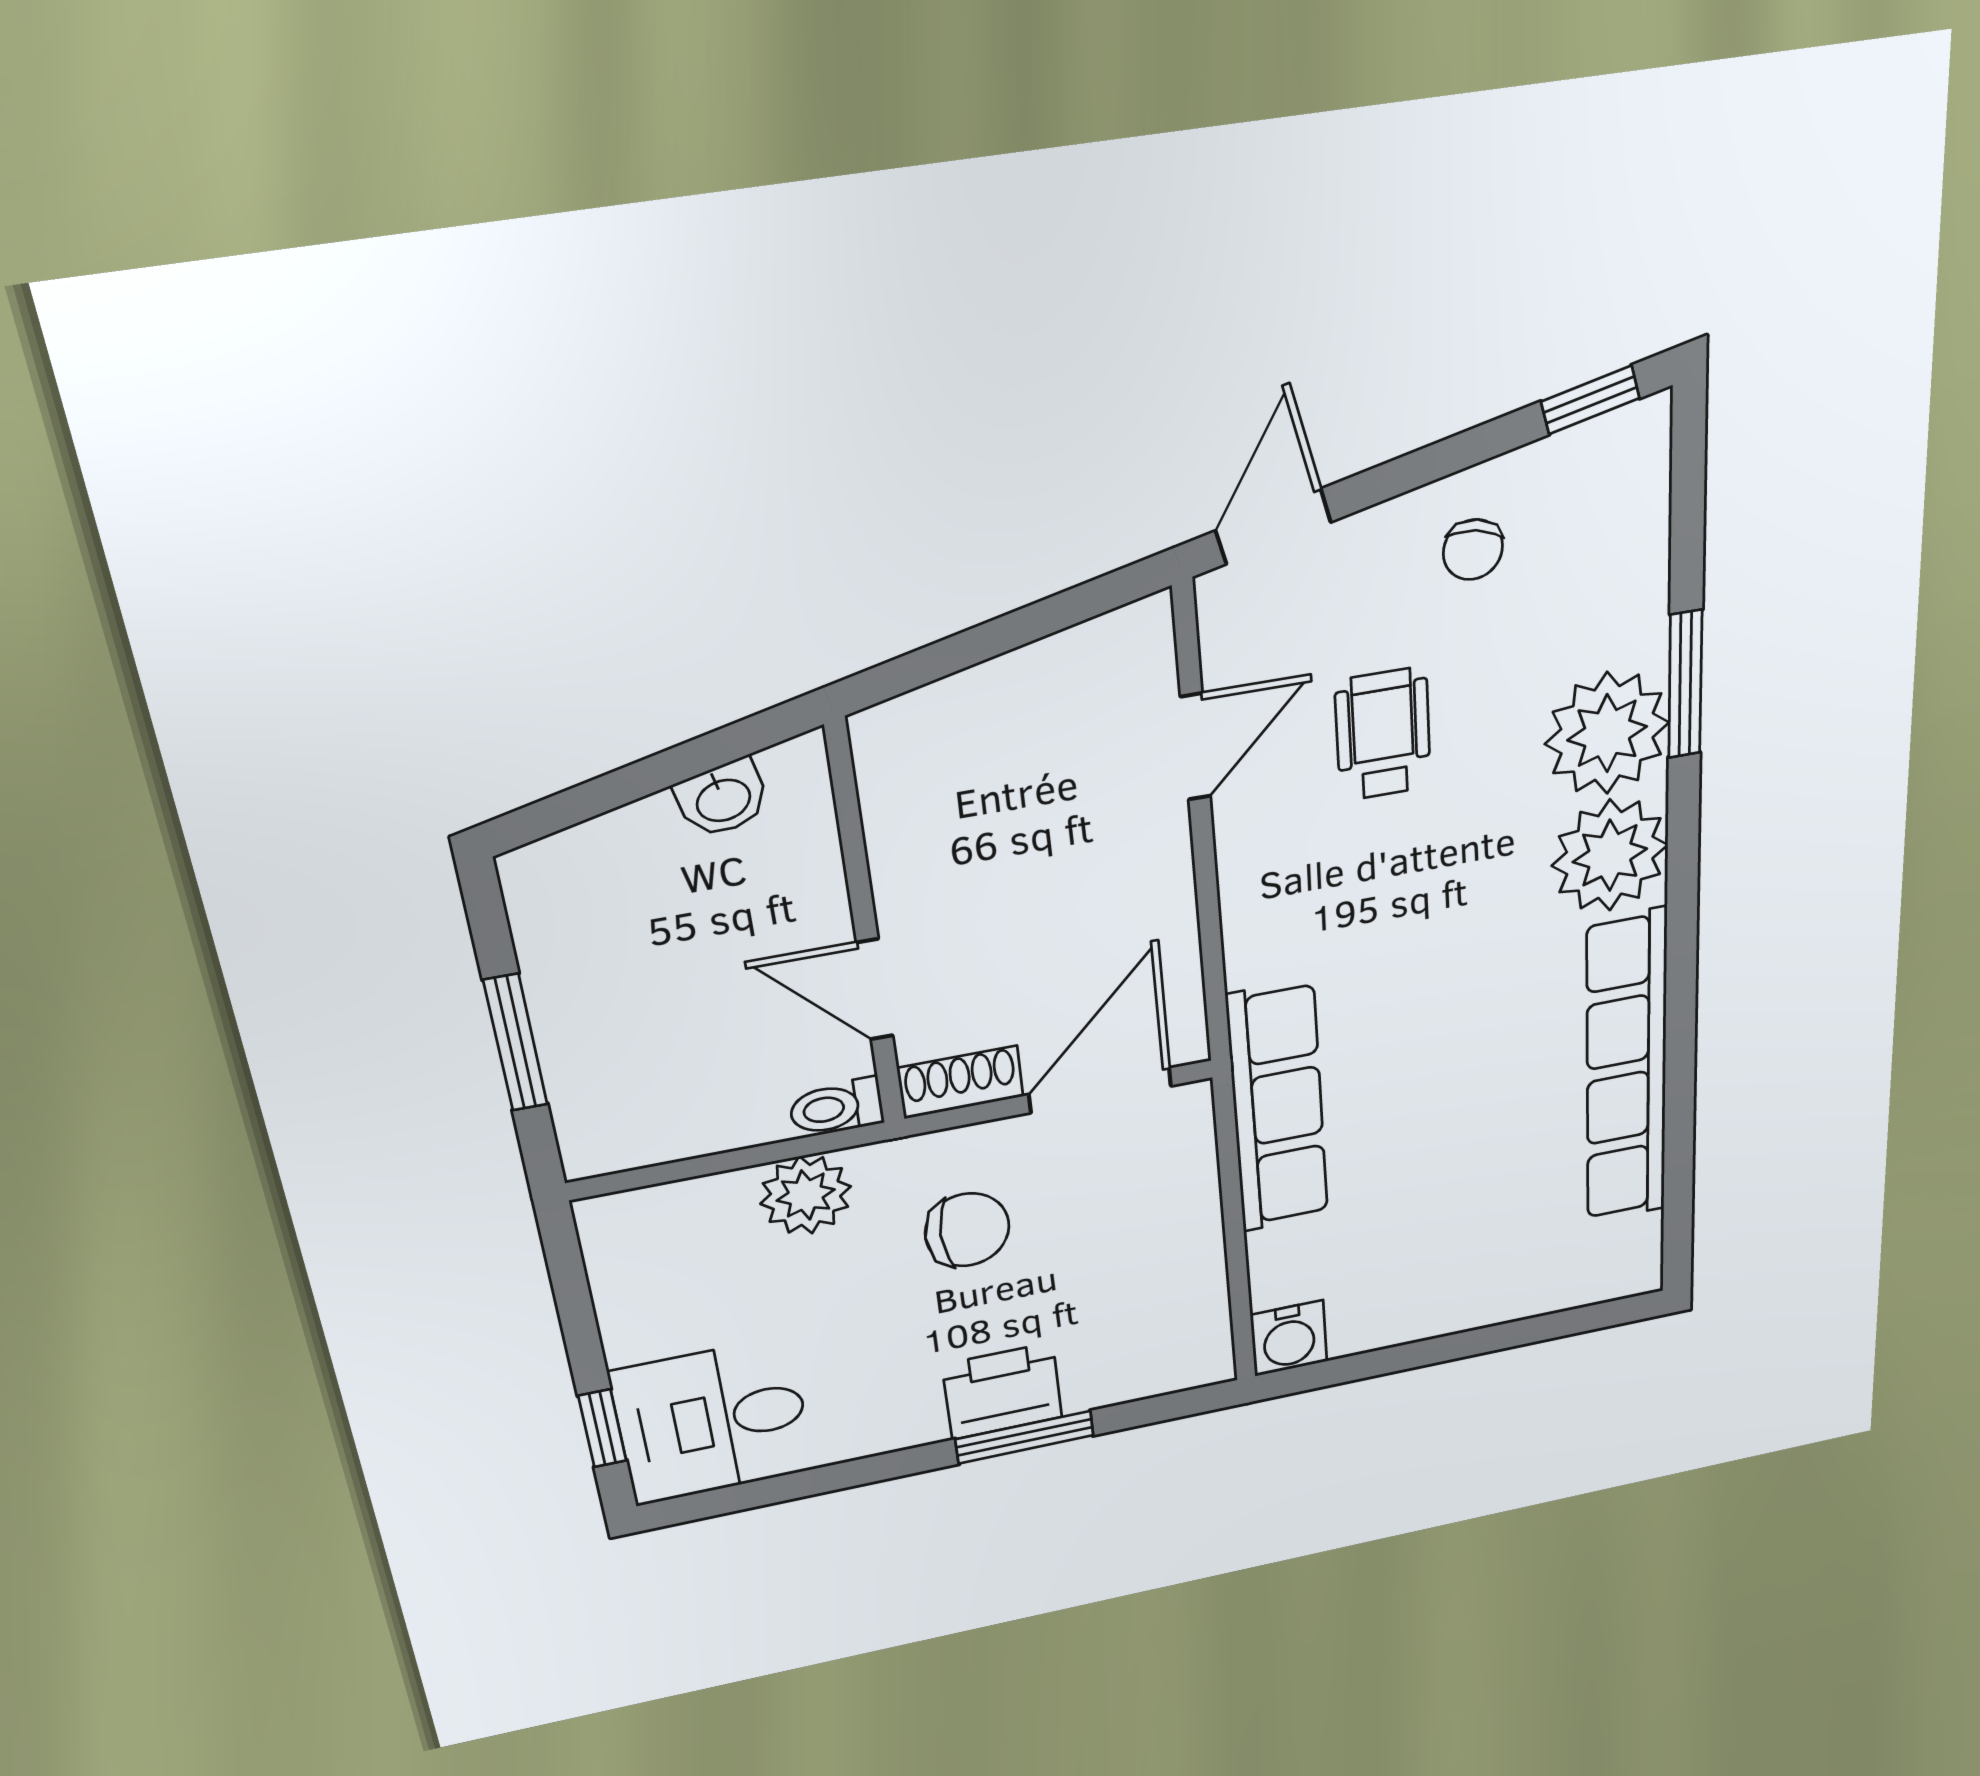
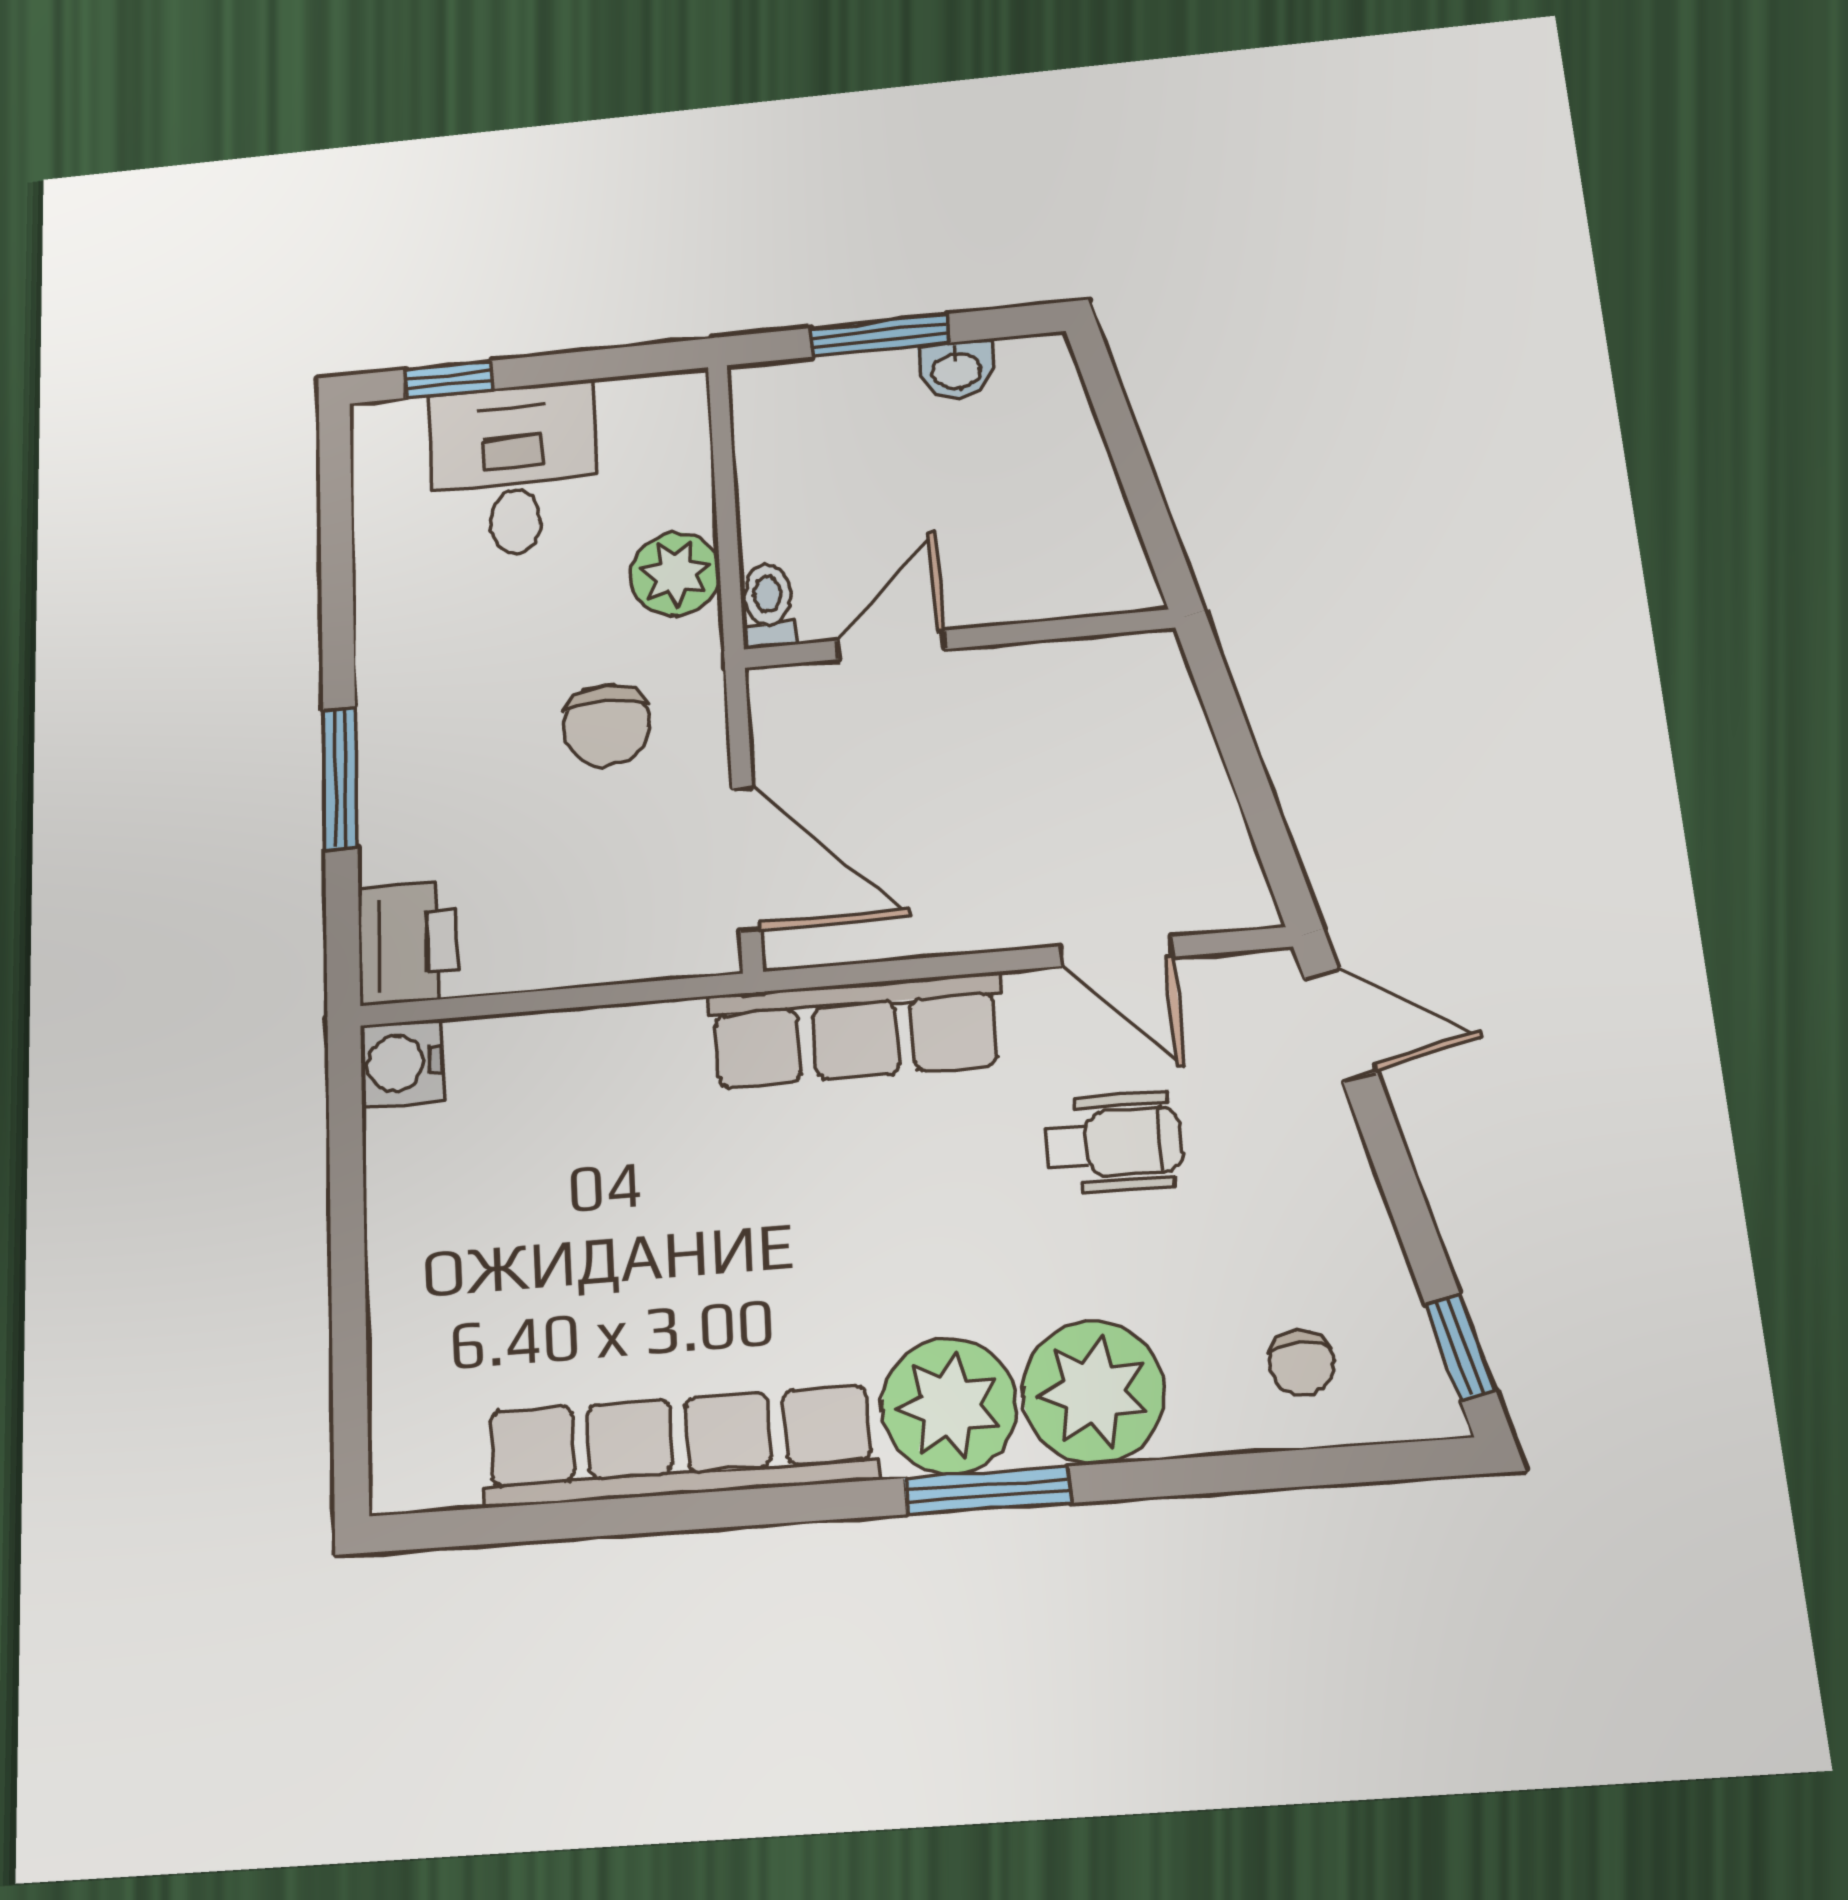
chair: (1473, 550) -> (1301, 1363), moved, turned -100
window: (1685, 684) -> (988, 1490), moved
washbasin: (723, 799) -> (956, 370), moved, turned -77
shoe rack: (960, 1082) -> (777, 722), removed
row of seats: (1278, 1107) -> (855, 1030), moved
printer: (1002, 1391) -> (408, 943), moved
desk: (713, 1421) -> (514, 470), moved

